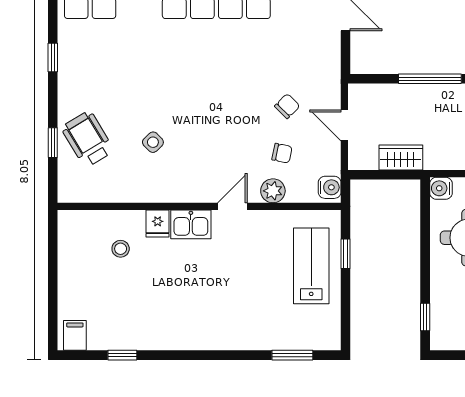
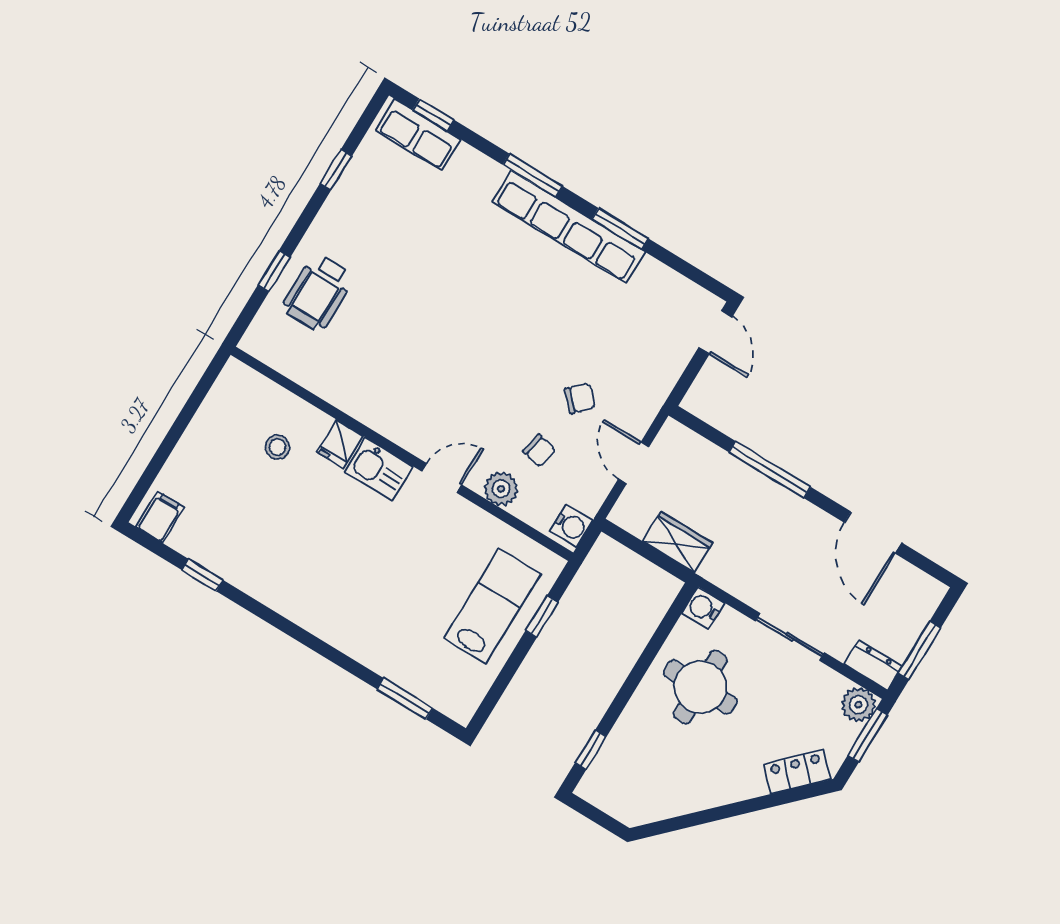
wheelchair: (88, 139) -> (318, 292), turned -149
side table: (153, 142) -> (394, 344), removed

